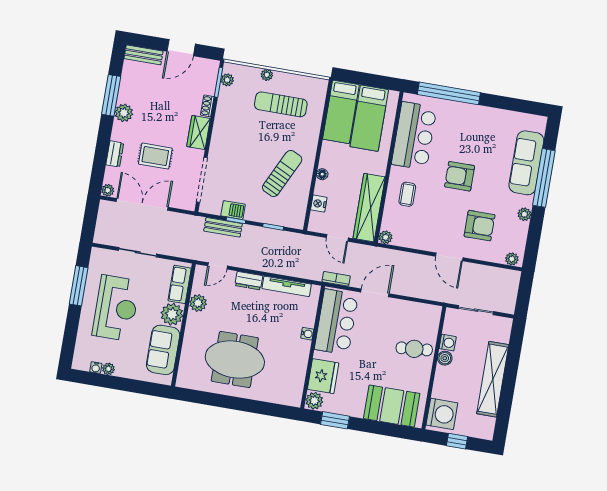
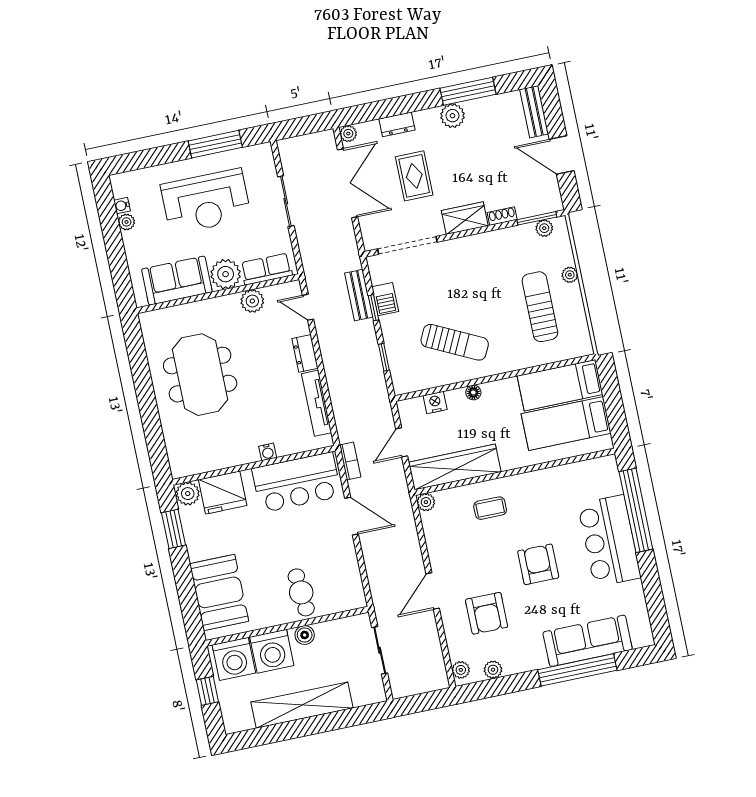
bar counter: (414, 136) -> (609, 541), moved, turned 90
plant: (524, 214) -> (493, 670), moved
washing machine: (448, 343) -> (272, 651), moved, width x1.89, depth x1.89

